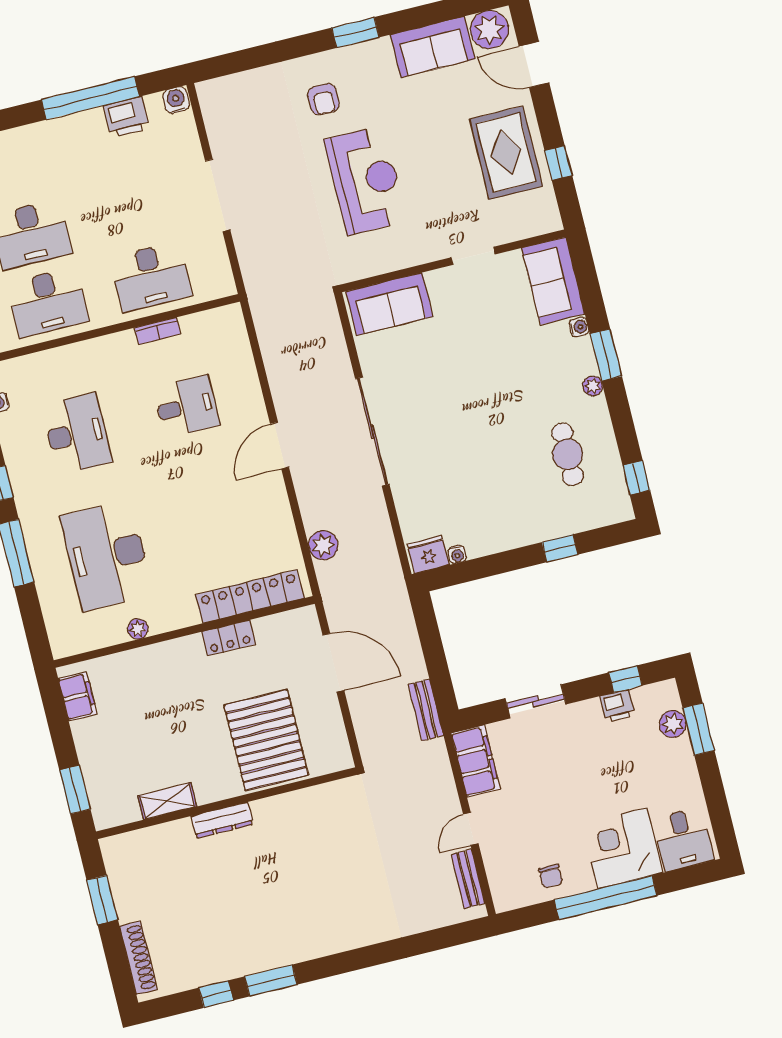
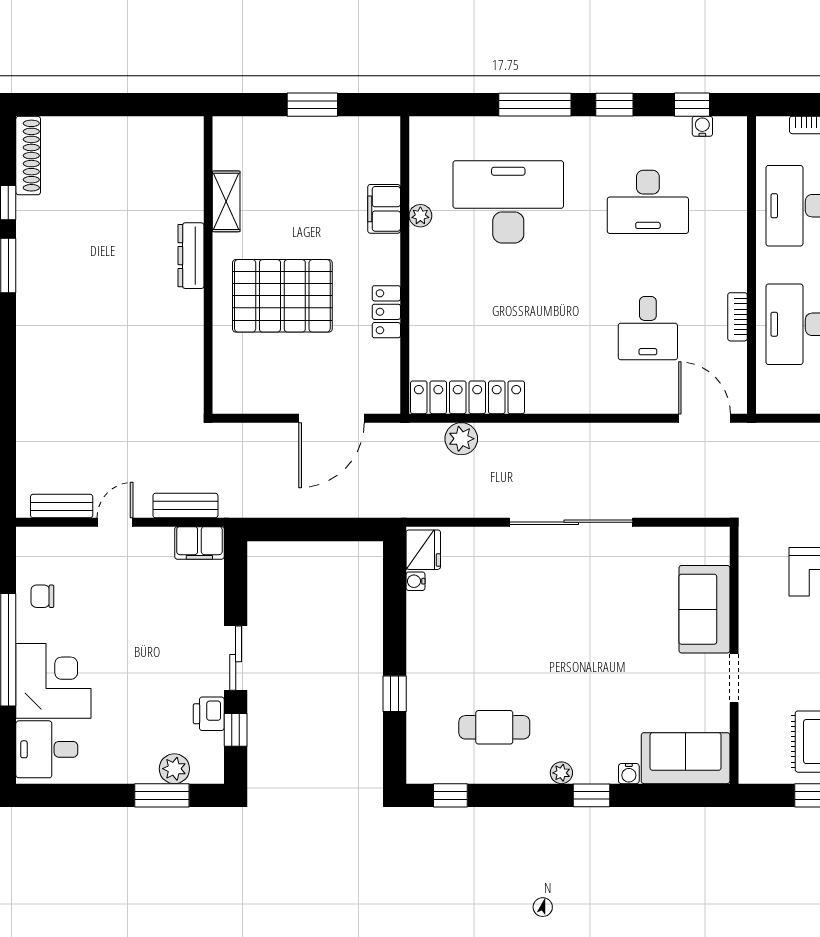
sofa: (389, 304) -> (704, 609), moved
window: (606, 355) -> (591, 795), width x0.67
door: (280, 445) -> (705, 418), moved
locker: (250, 596) -> (467, 397), moved, turned -90
filing cabinet: (78, 696) -> (384, 209), moved, turned 90
sliding door: (536, 701) -> (236, 658), moved
bench: (426, 710) -> (185, 506), moved
pallet: (266, 740) -> (282, 296), moved
filing cabinet: (476, 761) -> (199, 543), width x0.67, depth x0.86
window: (75, 790) -> (312, 105), moved
door: (471, 829) -> (115, 522), hinge flipped
window: (102, 900) -> (137, 105), removed
shoe rack: (138, 958) -> (28, 156), moved, turned -90

